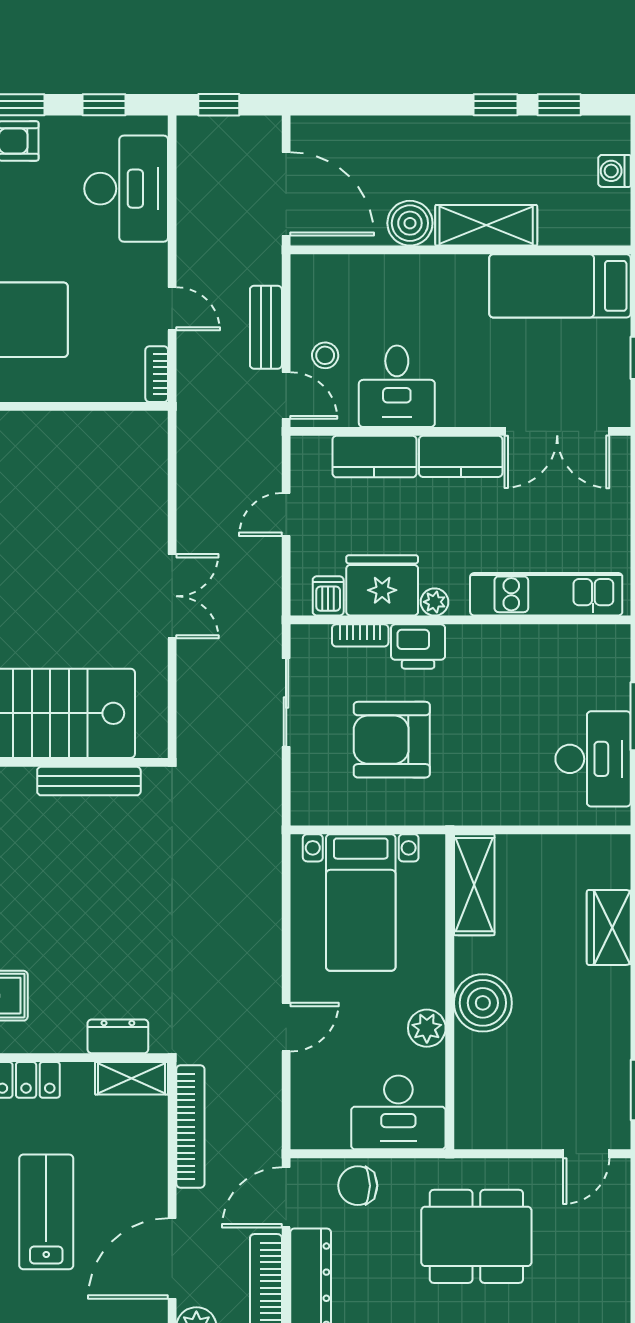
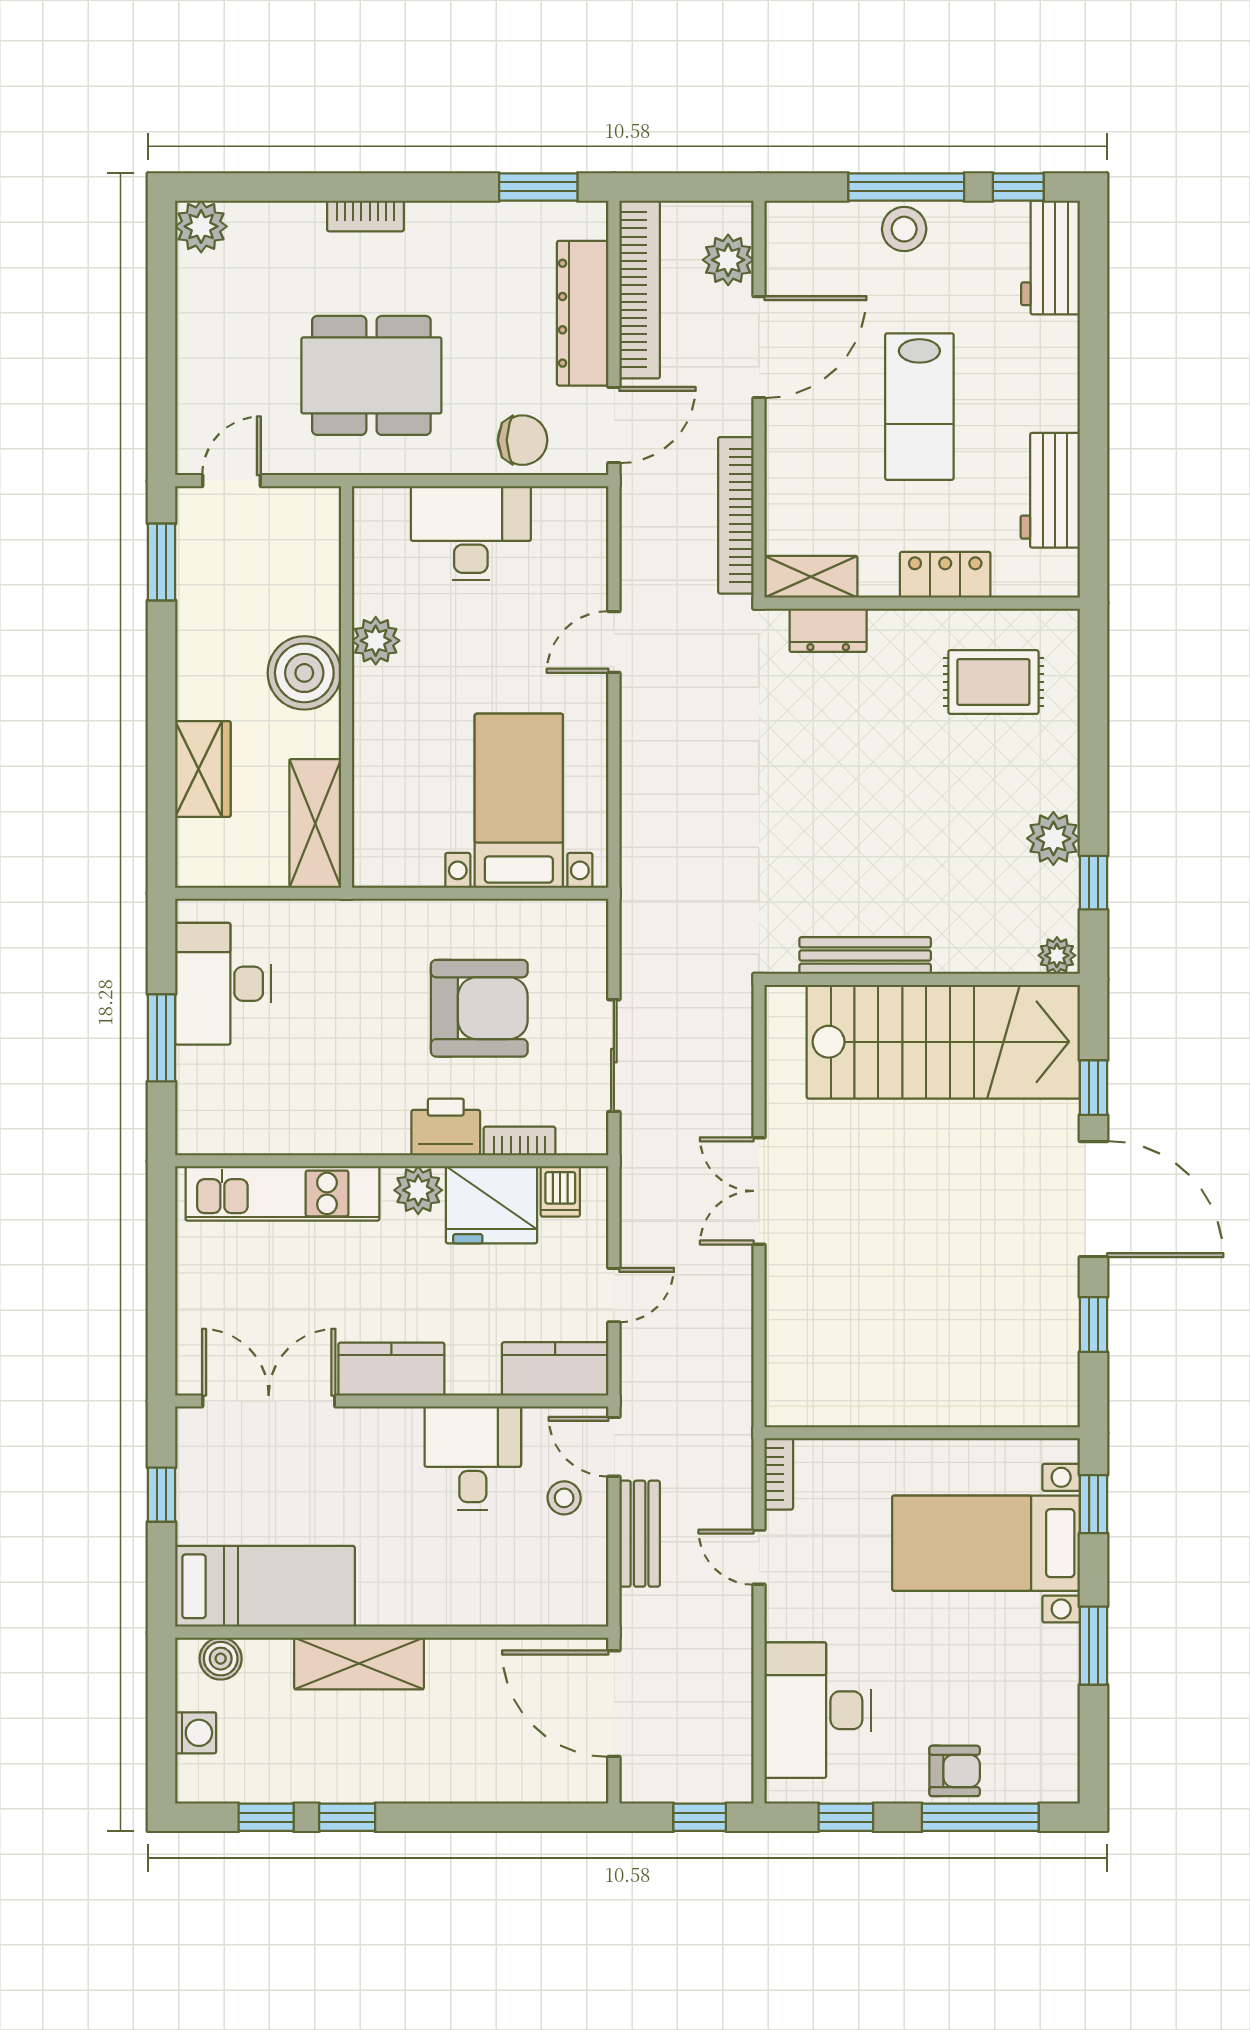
boiler: (410, 223) -> (221, 1659), moved, width x0.73, depth x0.73
kitchen counter: (374, 457) -> (555, 1369), moved
plant: (435, 602) -> (418, 1190), width x1.38, depth x1.38
shelving: (474, 885) -> (315, 823), moved
wall: (450, 992) -> (346, 687), moved
boiler: (483, 1003) -> (304, 673), moved
plant: (427, 1028) -> (376, 641), moved

